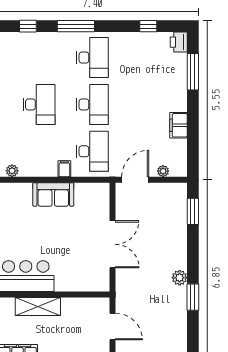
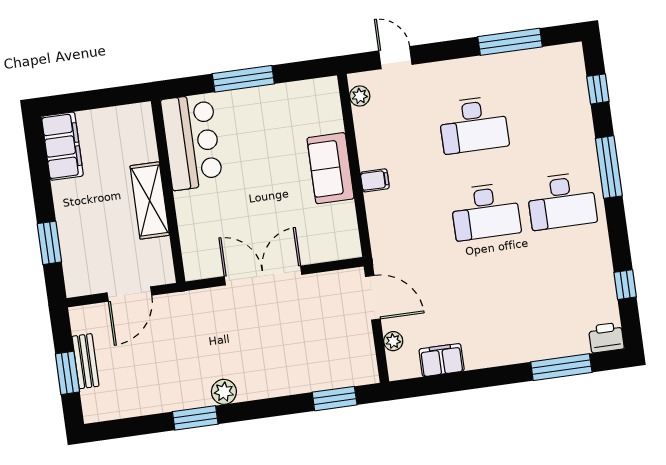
filing cabinet: (179, 125) -> (442, 360), moved
desk: (92, 151) -> (409, 222), removed
double door: (112, 244) -> (263, 276), swing flipped
shelving: (38, 306) -> (150, 201), moved

